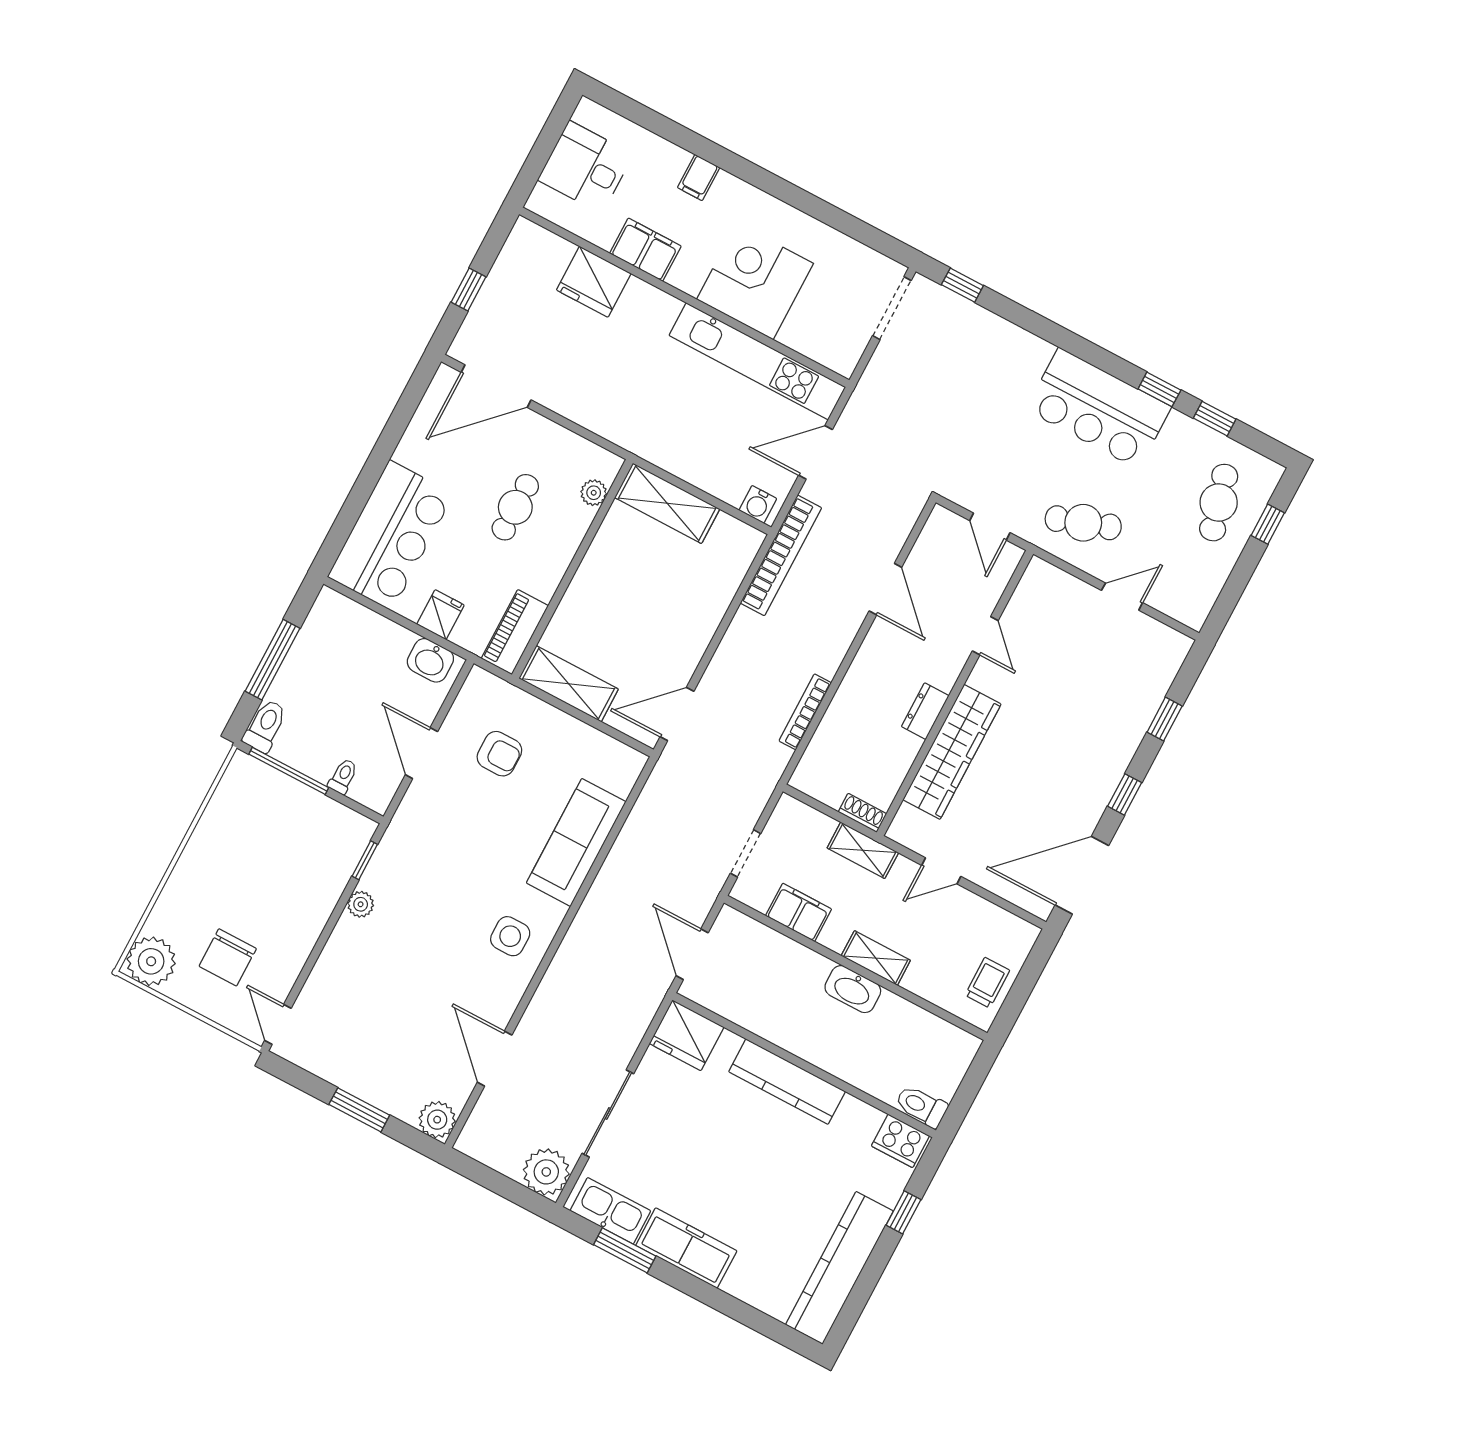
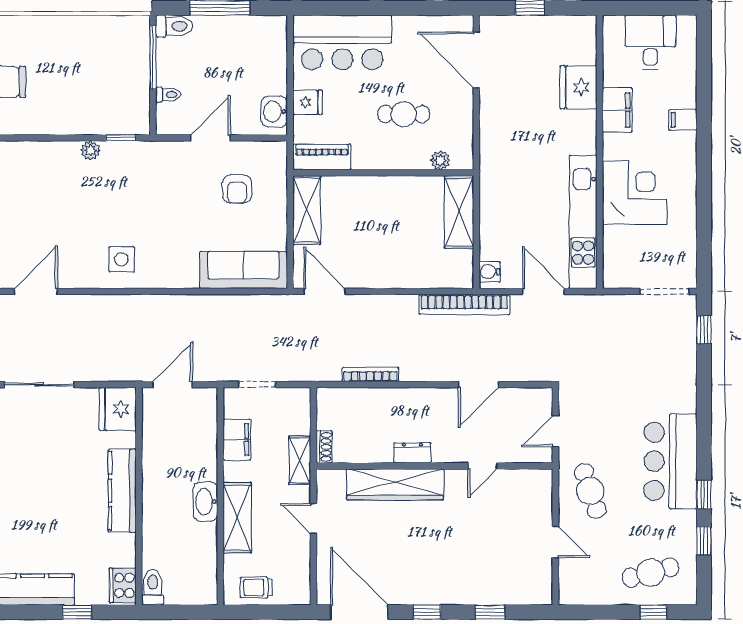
sofa: (576, 842) -> (243, 270), moved
shelving: (876, 958) -> (237, 518), width x1.50, depth x1.33
trolley: (987, 983) -> (256, 587), turned 180

